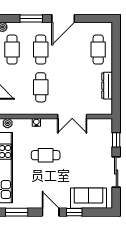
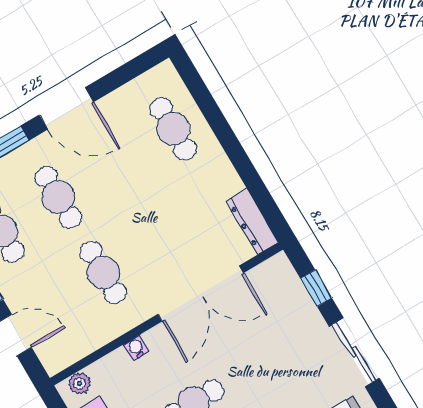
door: (63, 19) -> (66, 108), hinge flipped
dresser: (107, 86) -> (252, 221), moved
double door: (72, 117) -> (201, 294), width x1.37

